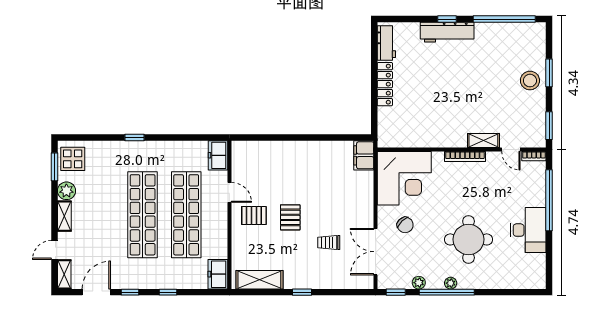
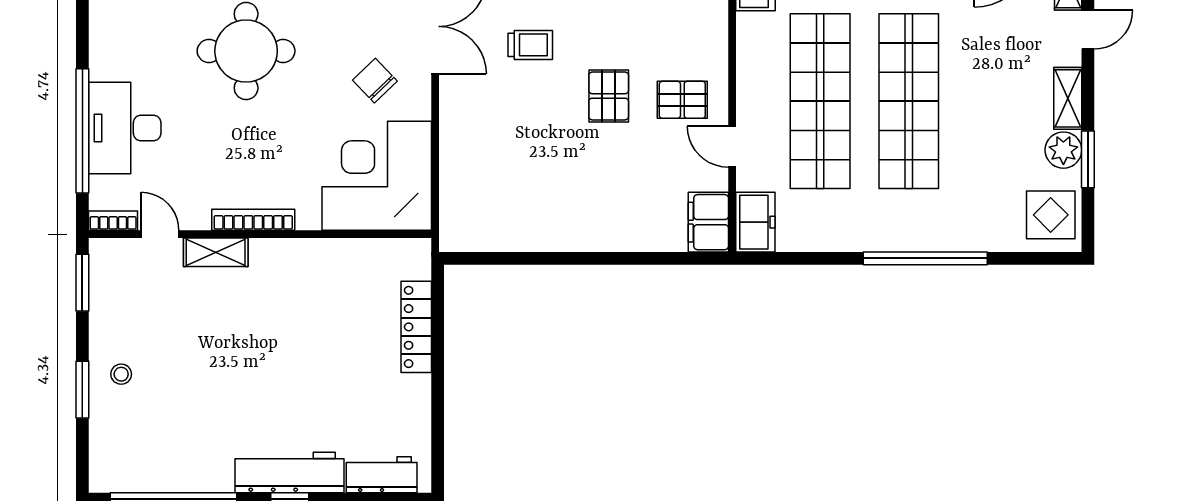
workbench: (386, 43) -> (382, 475), moved, turned 90
stool: (530, 81) -> (121, 374), width x0.53, depth x0.53
locker: (385, 84) -> (416, 327), moved
window: (134, 137) -> (925, 258), width x3.17
filing cabinet: (364, 155) -> (708, 222), moved, turned 180
window: (54, 167) -> (1088, 159), moved
desk: (528, 230) -> (125, 128), moved

